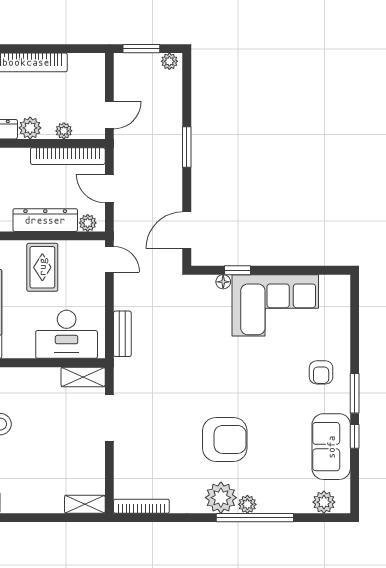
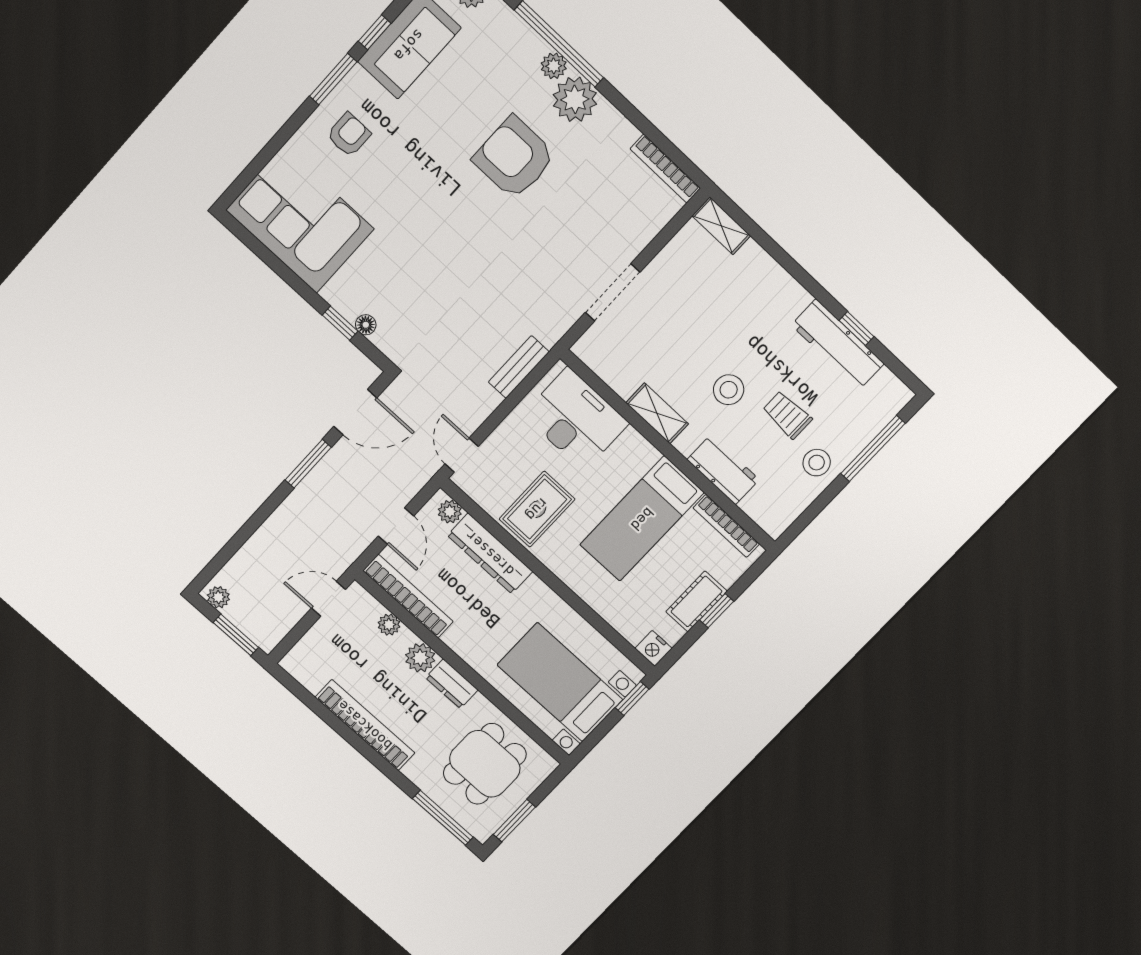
window: (187, 147) -> (308, 464), moved
corner sofa: (275, 305) -> (300, 219), moved
shelving: (83, 377) -> (657, 413), moved

